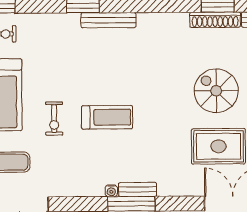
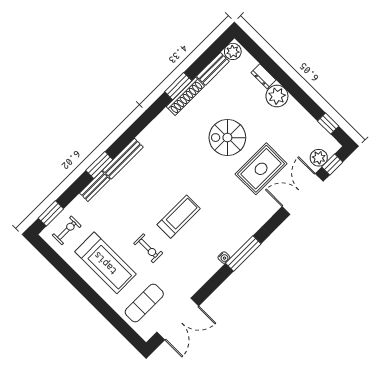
bench: (138, 190) -> (95, 186), moved

